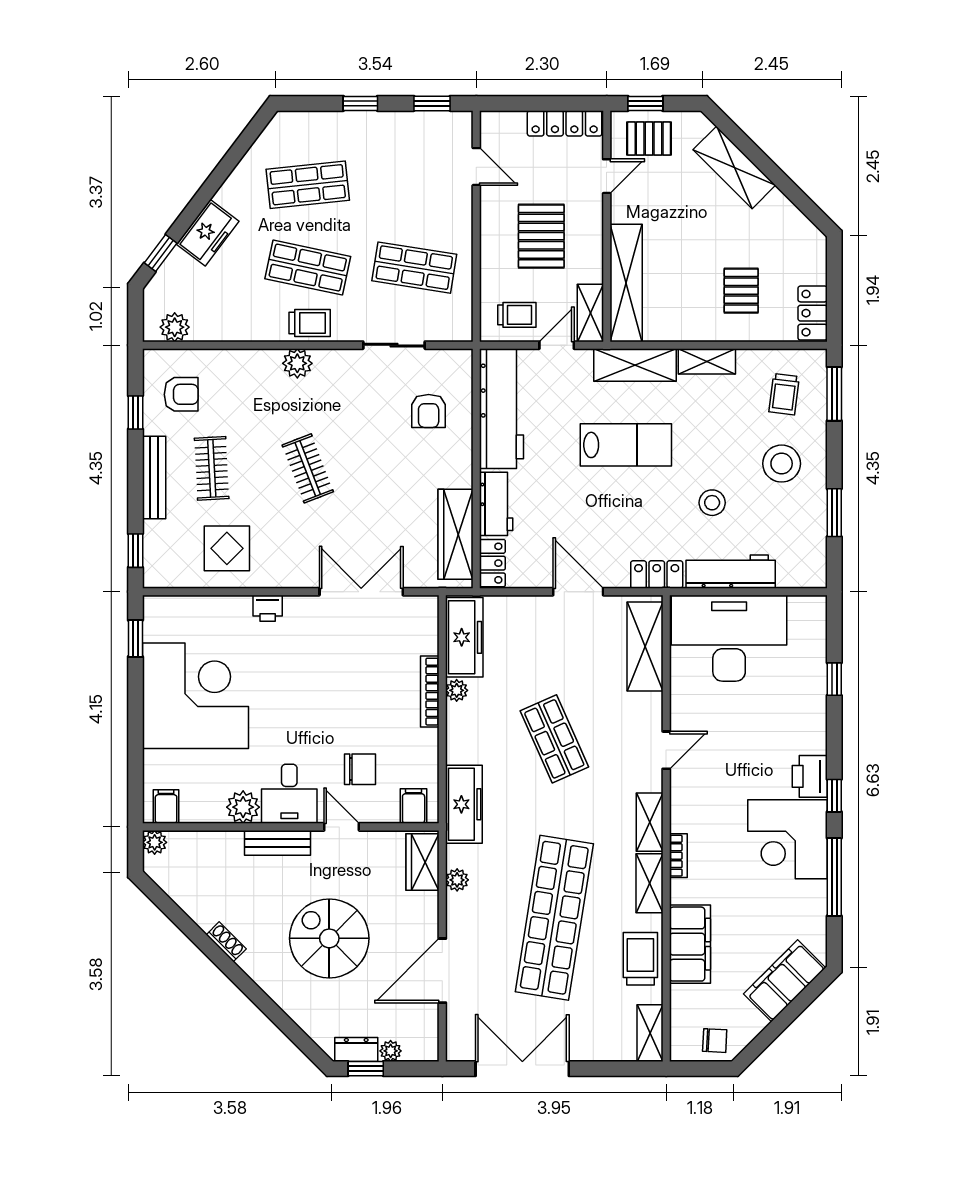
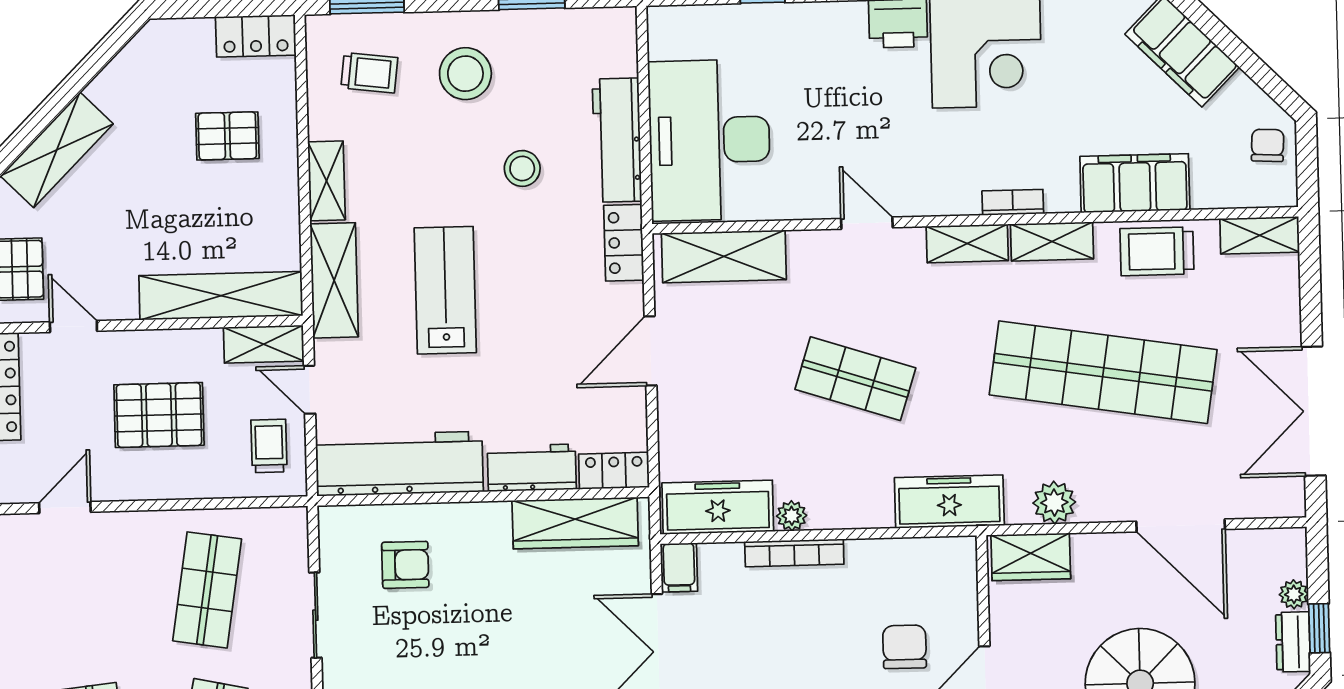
shop shelf: (554, 739) -> (855, 379), turned 42
filing cabinet: (414, 806) -> (679, 567), moved, turned -90
plant: (457, 880) -> (1054, 503), width x1.38, depth x1.38

